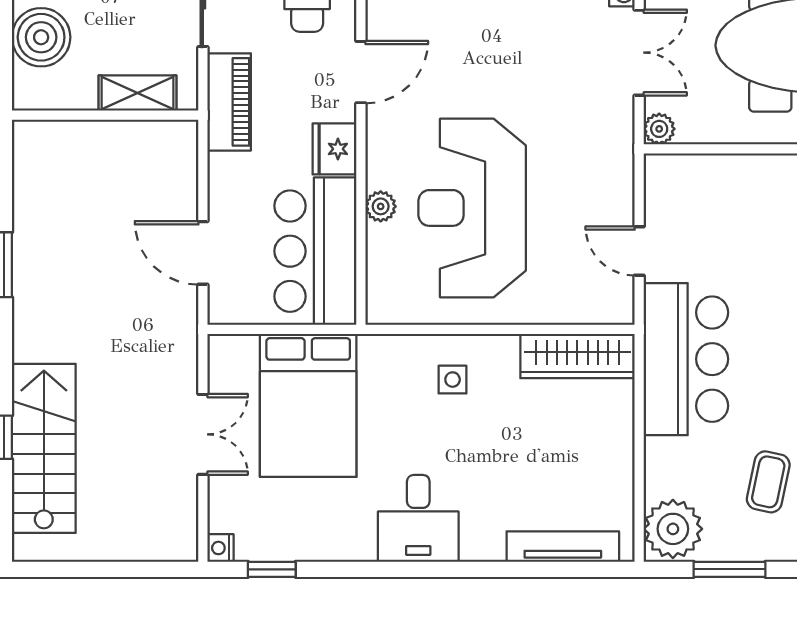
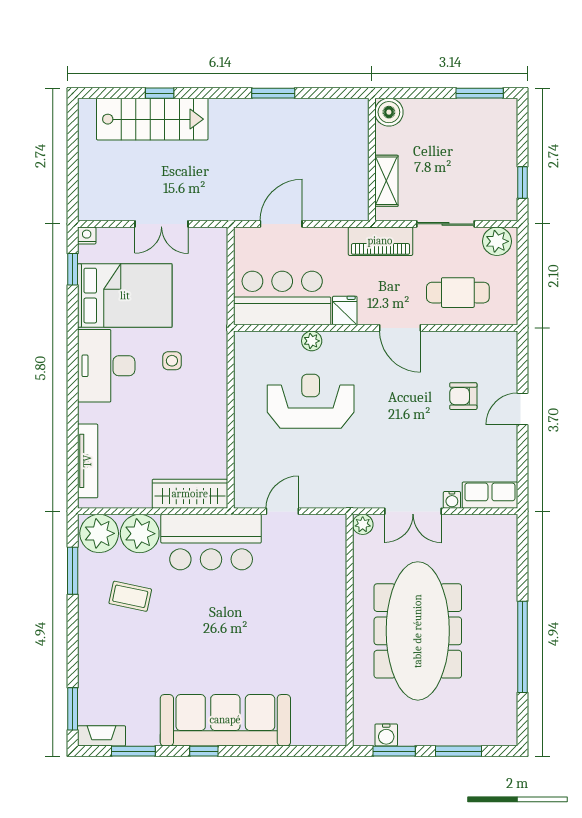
boiler: (41, 37) -> (389, 112), moved, width x0.73, depth x0.73
fridge: (334, 149) -> (345, 311), width x0.72
reception desk: (472, 208) -> (311, 401), width x0.74, depth x0.77
wardrobe: (577, 356) -> (190, 494), moved, turned 90
side table: (453, 380) -> (172, 361), moved
bed: (308, 405) -> (125, 296), moved, turned 180
plant: (673, 467) -> (140, 534), added
desk: (418, 518) -> (106, 366), width x1.37

